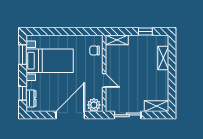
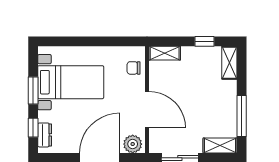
window: (23, 55) -> (33, 91), moved
shelving: (163, 58) -> (229, 63), moved
door: (104, 80) -> (147, 110), width x1.88
window: (172, 85) -> (242, 116), added

